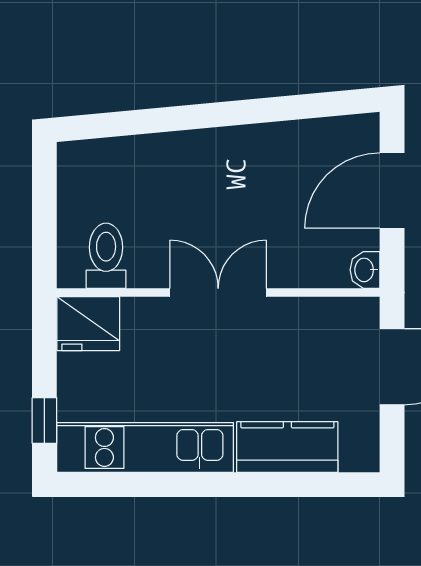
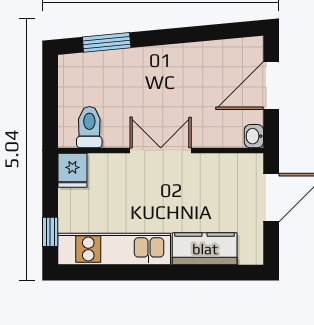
window: (133, 123) -> (107, 42), added
fridge: (88, 324) -> (72, 170), width x0.72

